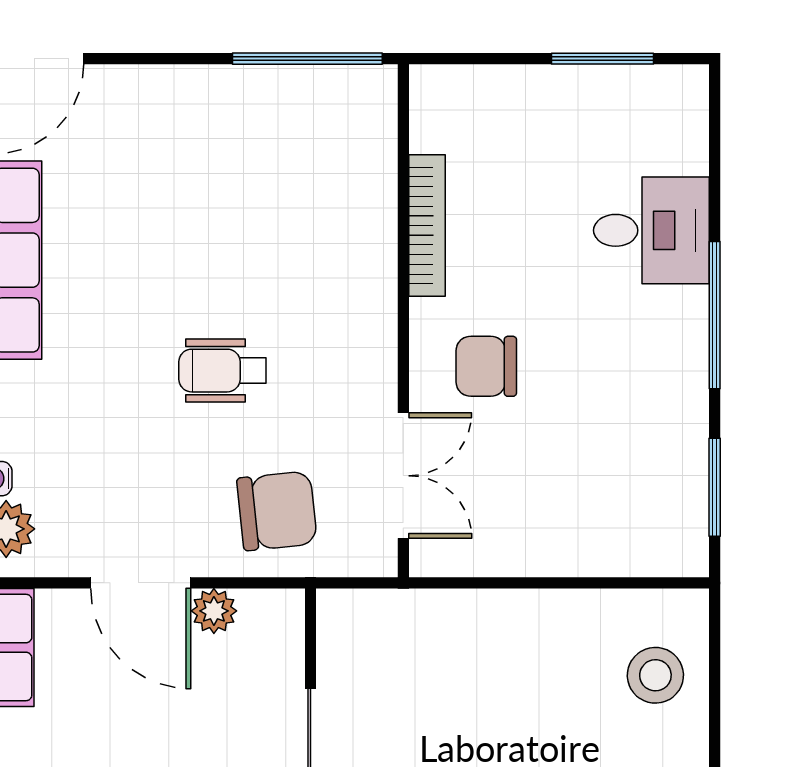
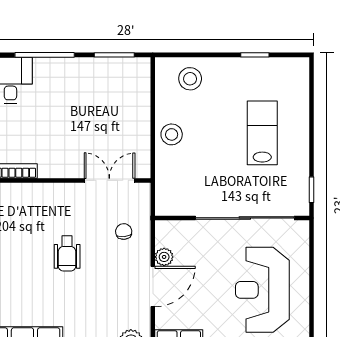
chair: (486, 366) -> (65, 147), removed
chair: (277, 511) -> (124, 232), width x0.54, depth x0.54
stool: (518, 630) -> (172, 134), added

